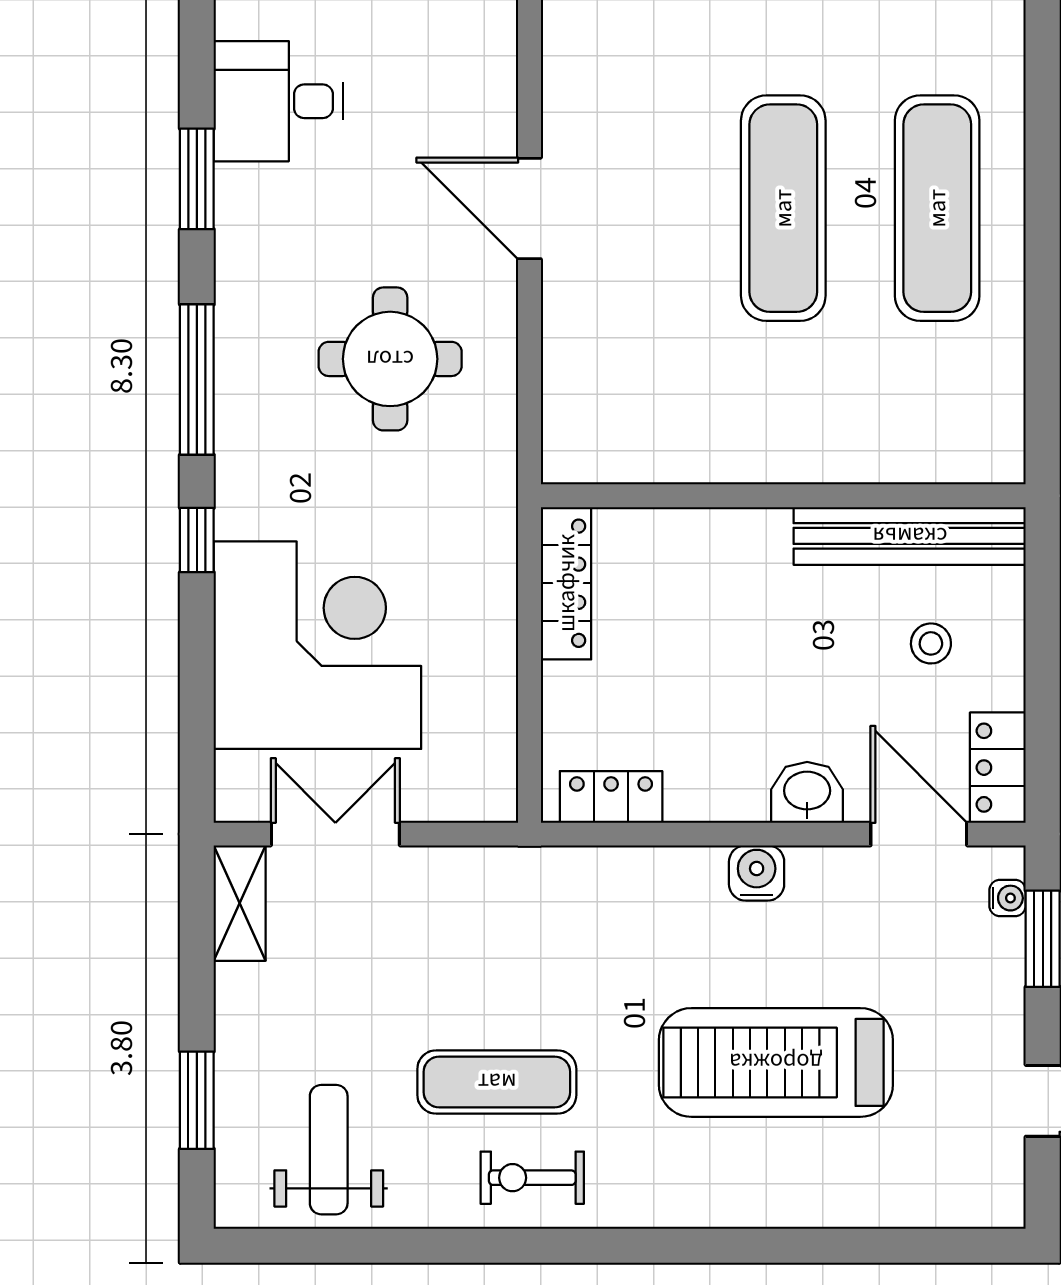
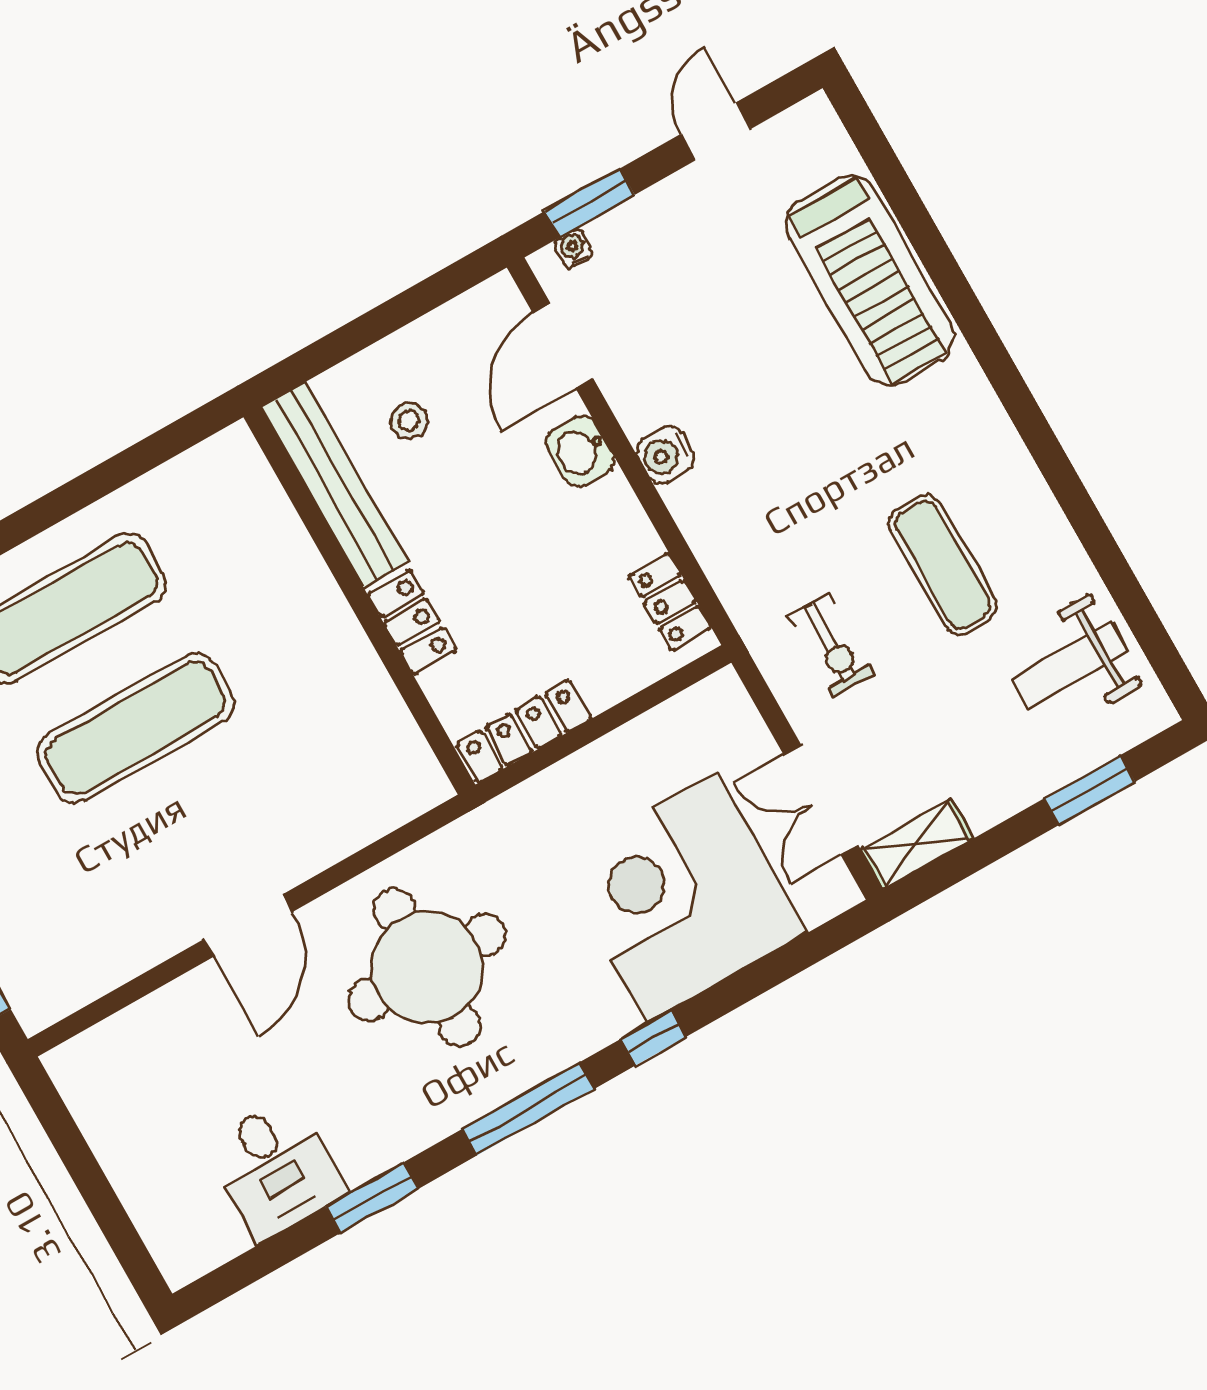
round table: (390, 359) -> (427, 967), width x1.36, depth x1.36
locker: (998, 768) -> (412, 622), moved, turned -90
treadmill: (776, 1062) -> (870, 281), moved
exercise bike: (532, 1178) -> (831, 645), moved

